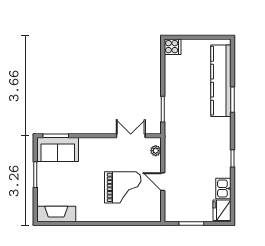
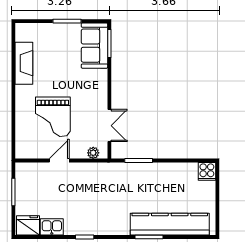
fireplace: (56, 214) -> (24, 63), moved

